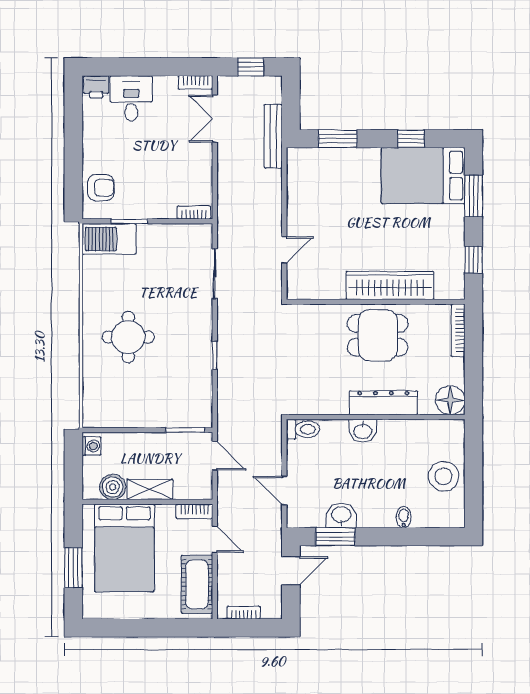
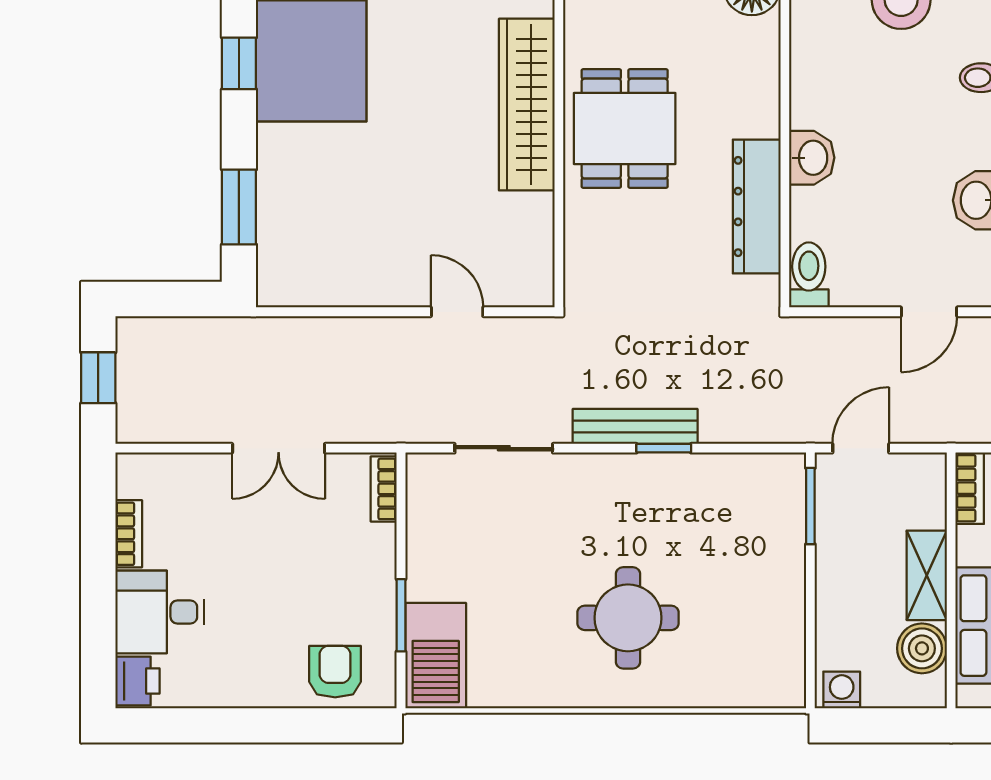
bookcase: (195, 82) -> (129, 534), moved
double door: (215, 119) -> (279, 448), moved
bench: (273, 136) -> (635, 426), moved
dresser: (383, 403) -> (757, 207), moved

